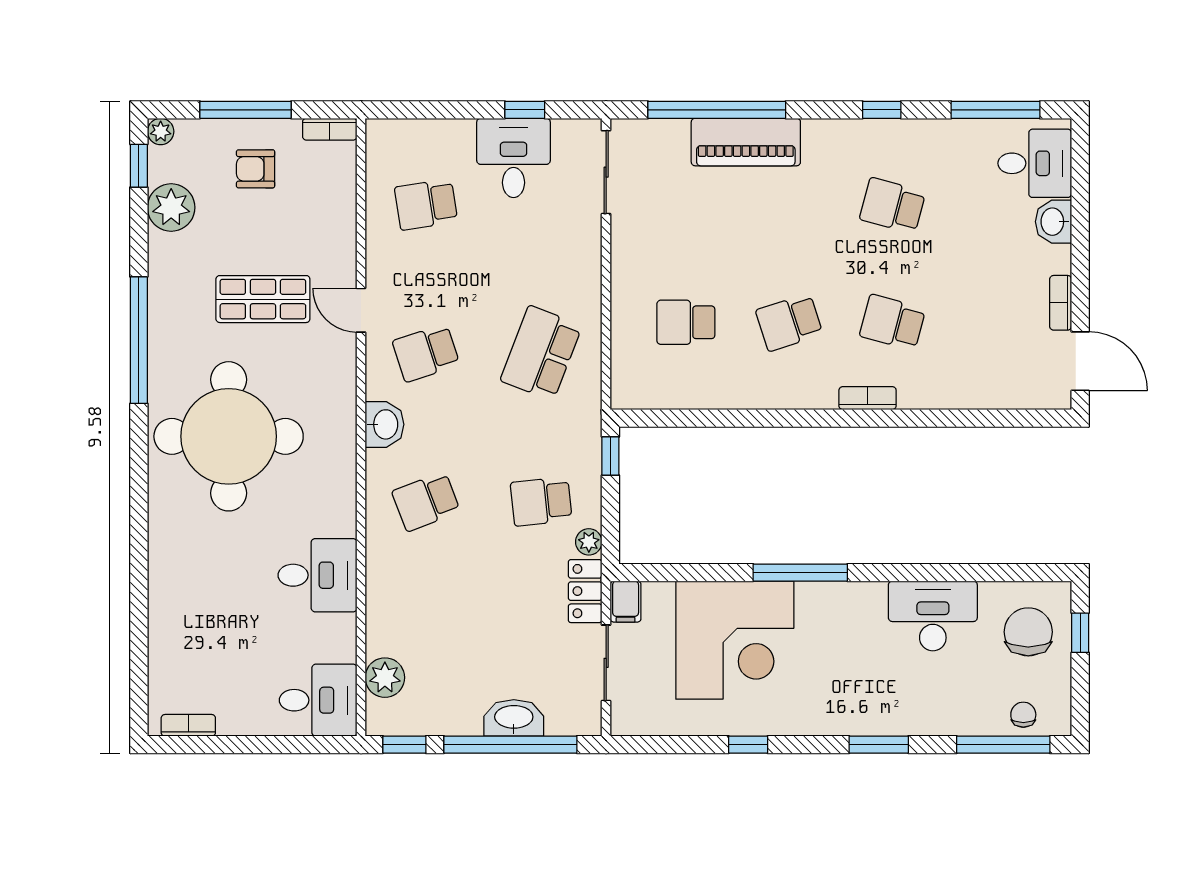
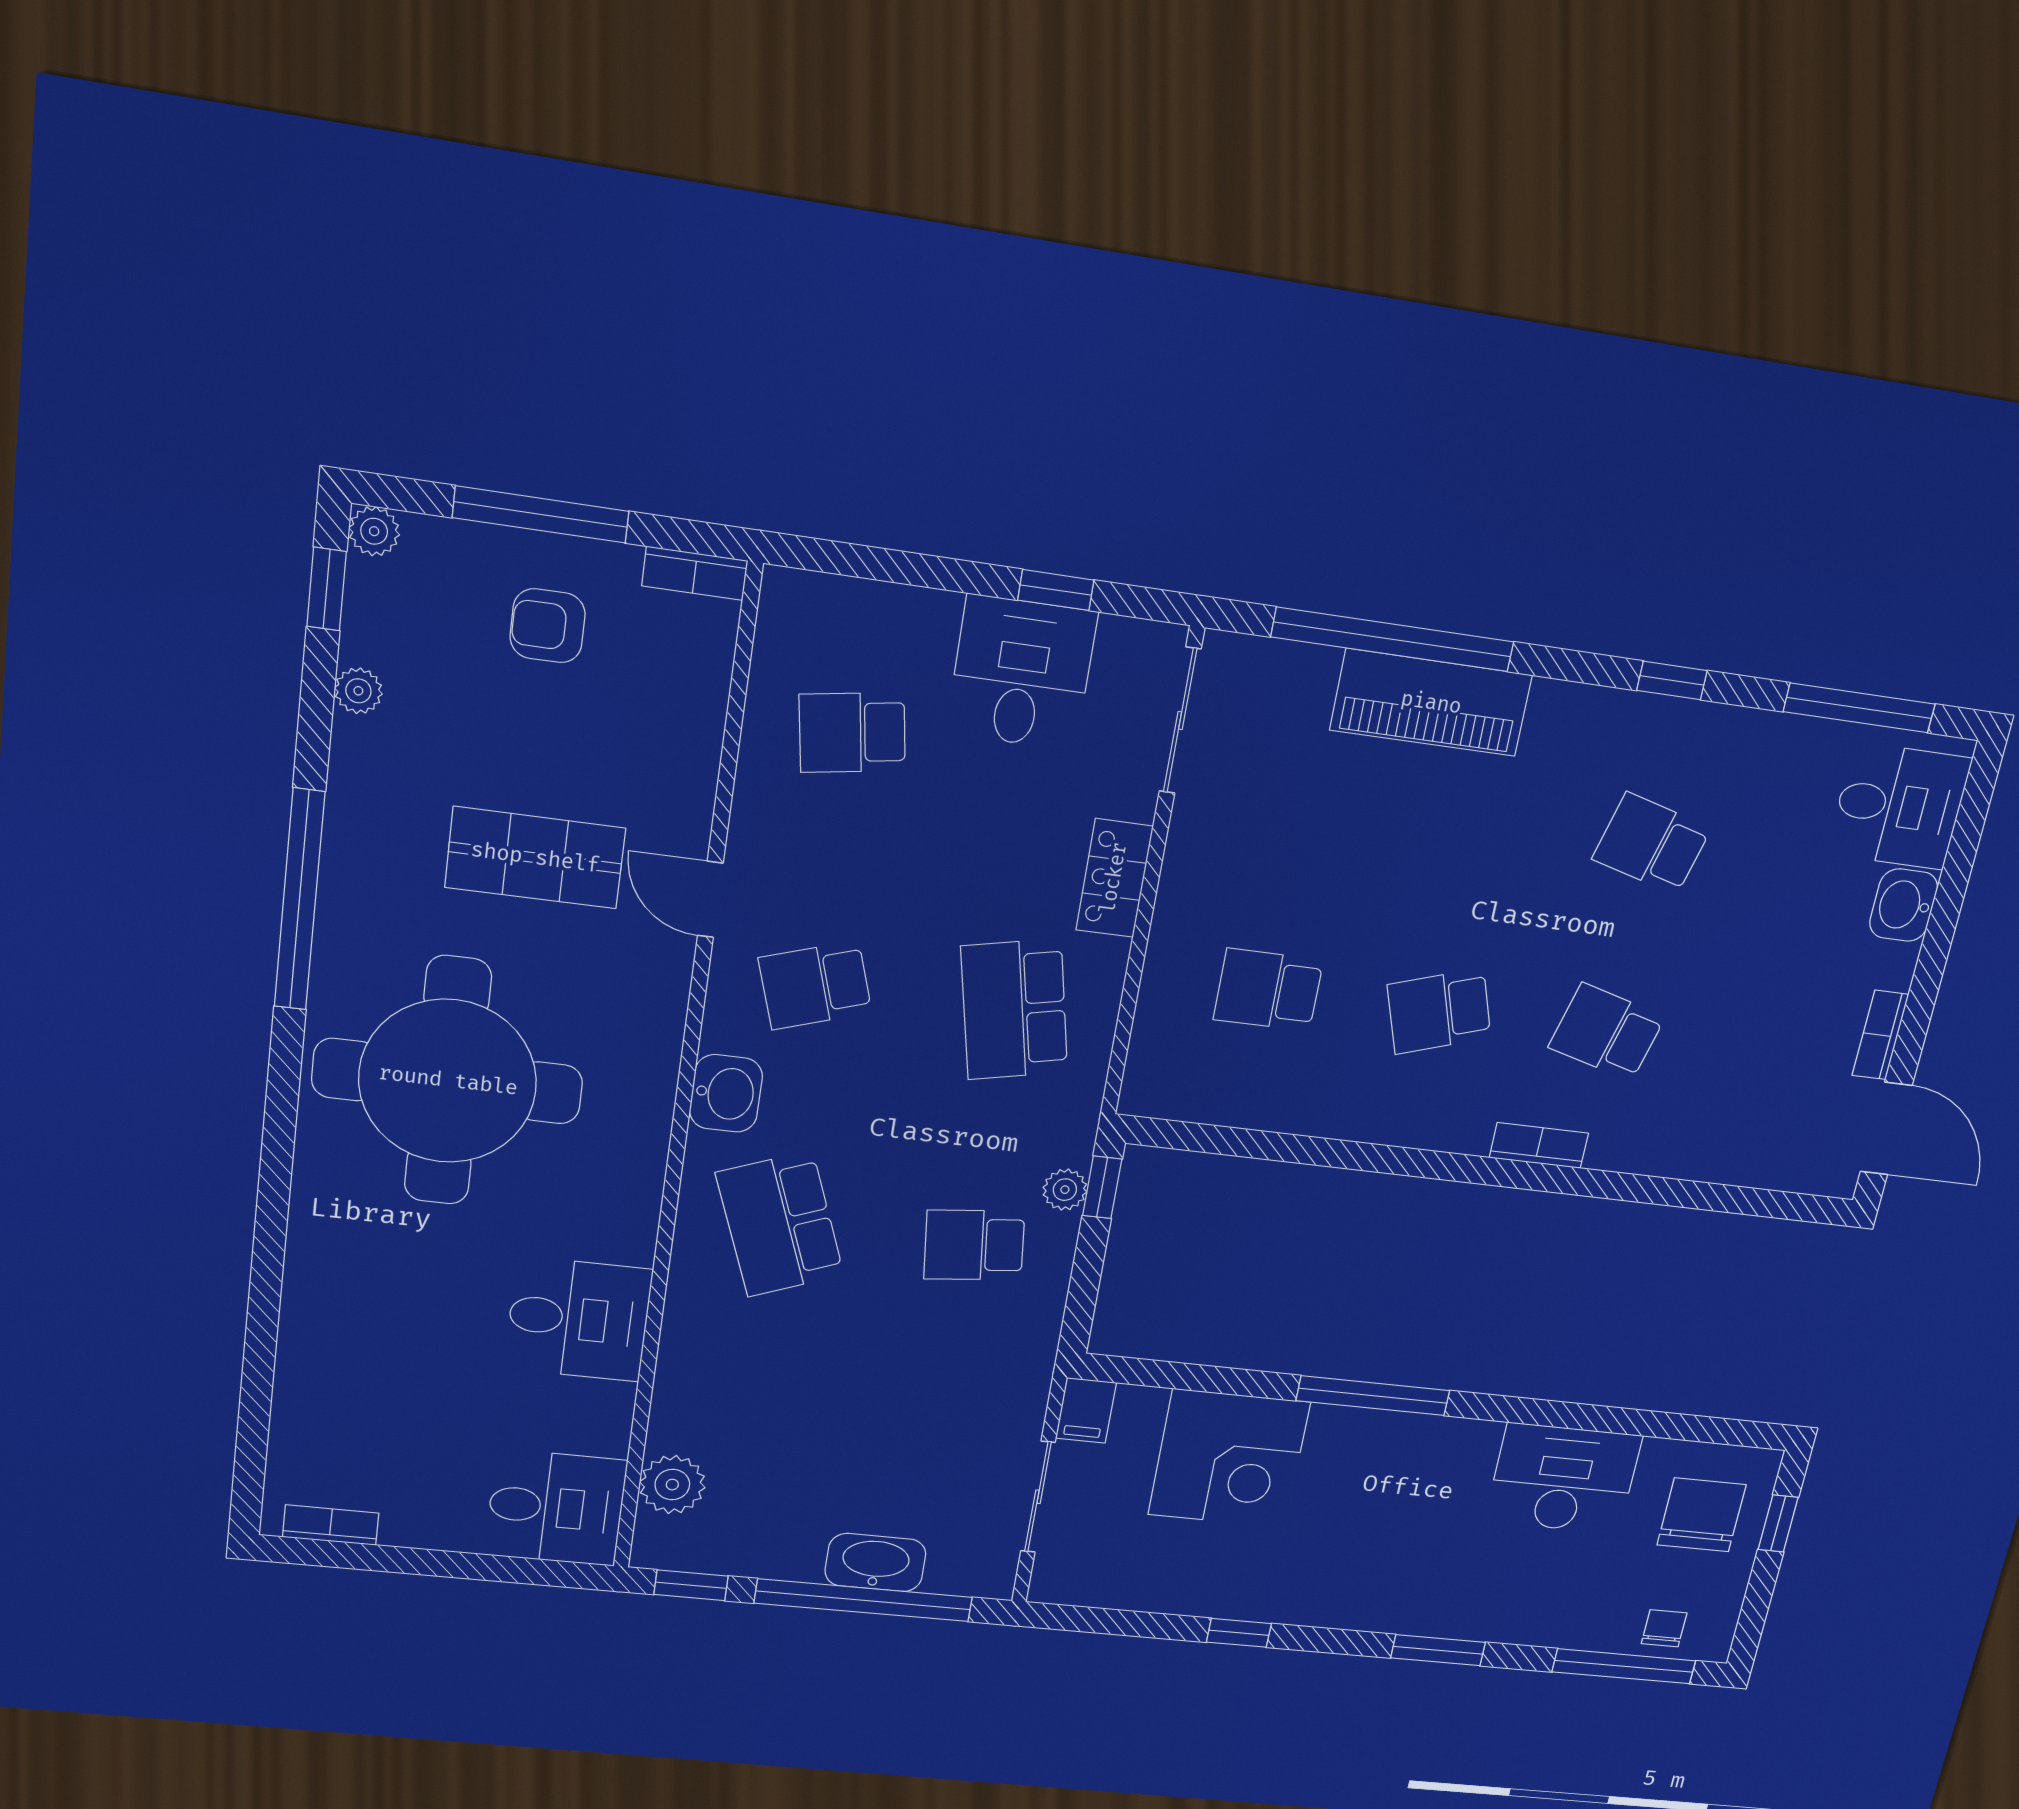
plant: (171, 207) -> (358, 691), width x0.53, depth x0.53
school desk: (541, 353) -> (1014, 1009), turned -33
school desk: (426, 501) -> (780, 1224), width x1.85
plant: (589, 542) -> (1065, 1190), moved
locker: (585, 591) -> (1114, 878), moved
corner desk: (735, 640) -> (1229, 1458), width x0.74, depth x0.74

